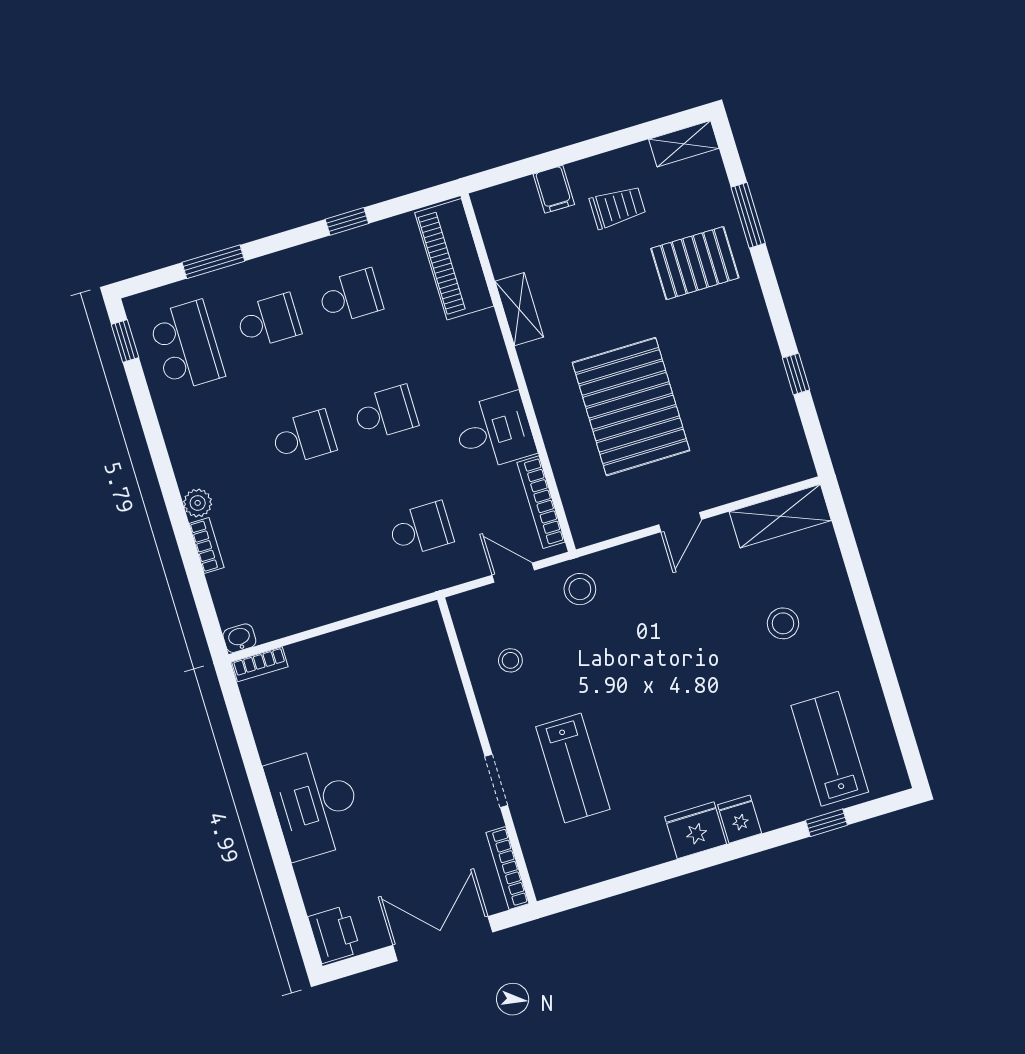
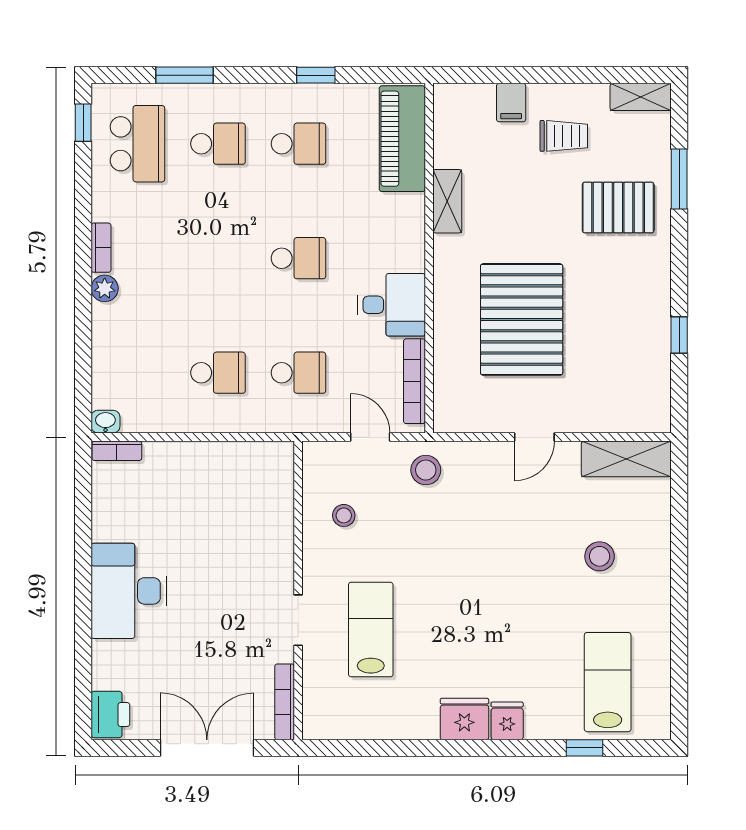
school desk: (304, 437) -> (218, 373), moved
bookcase: (207, 545) -> (101, 248), moved
lab bench: (573, 768) -> (371, 630), turned 180

